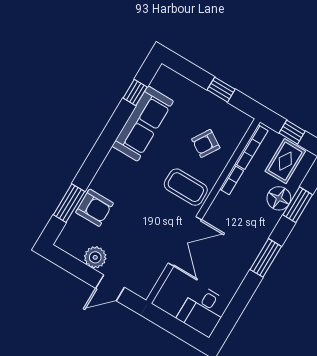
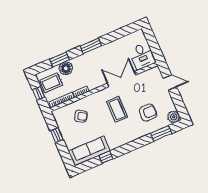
window: (135, 93) -> (106, 157), moved
sofa: (143, 124) -> (89, 151), moved
coffee table: (186, 187) -> (117, 109), moved
armchair: (95, 208) -> (148, 113), moved, turned 90
plant: (95, 257) -> (174, 117), moved
desk: (203, 310) -> (142, 56), moved, turned 90

